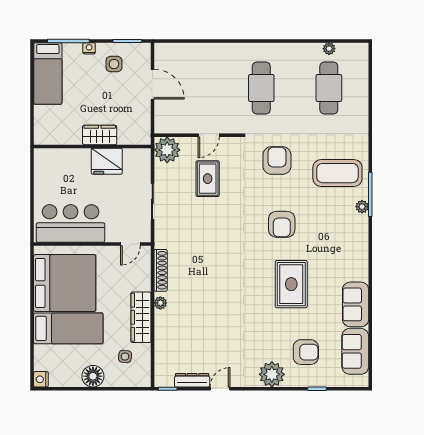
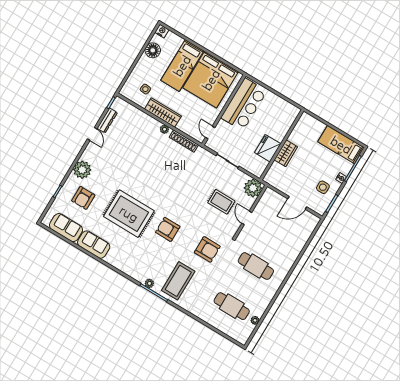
rug: (291, 284) -> (129, 214), width x1.37, depth x1.44
floor lamp: (93, 376) -> (153, 50), moved

